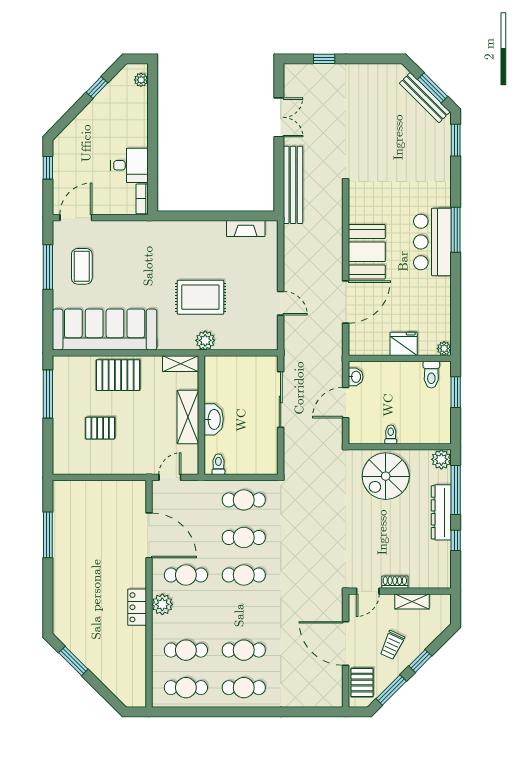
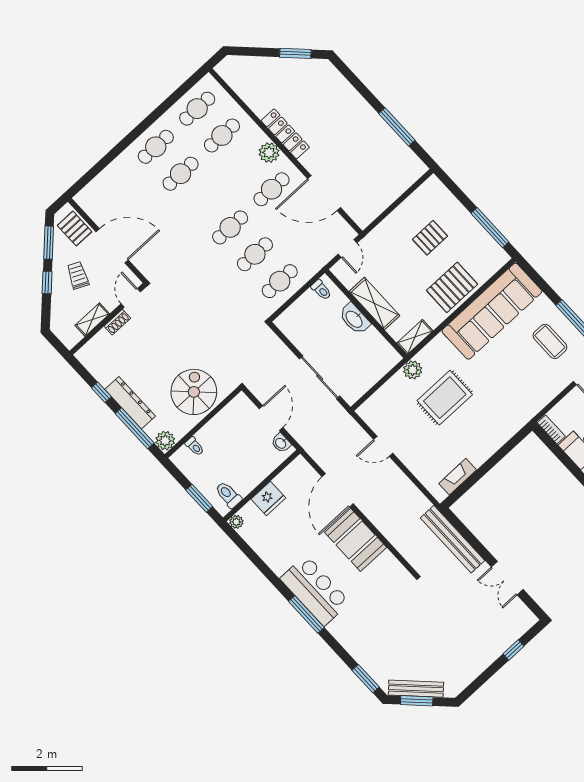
toilet: (391, 434) -> (195, 446), moved
locker: (137, 607) -> (285, 134), width x1.53

